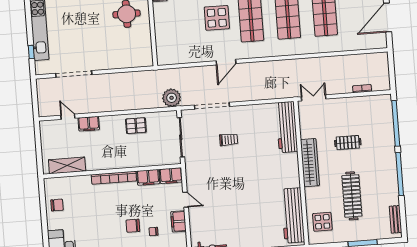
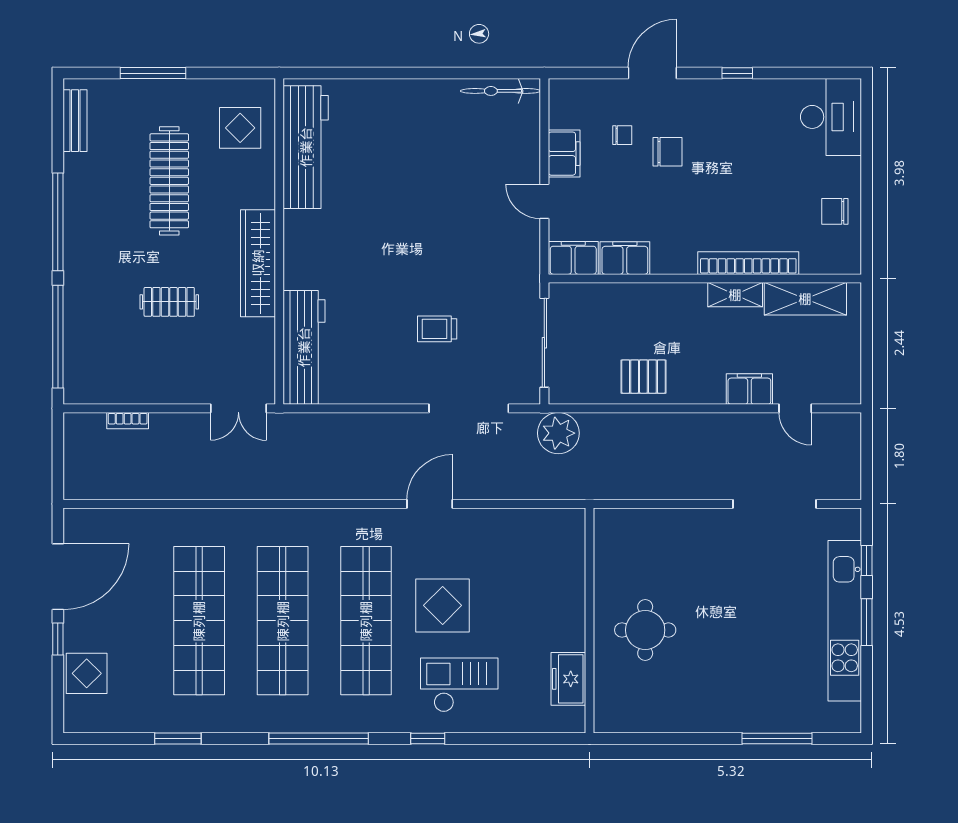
window: (29, 25) -> (867, 622), added
shelving: (98, 165) -> (735, 295), added
bookcase: (114, 178) -> (748, 263), moved

